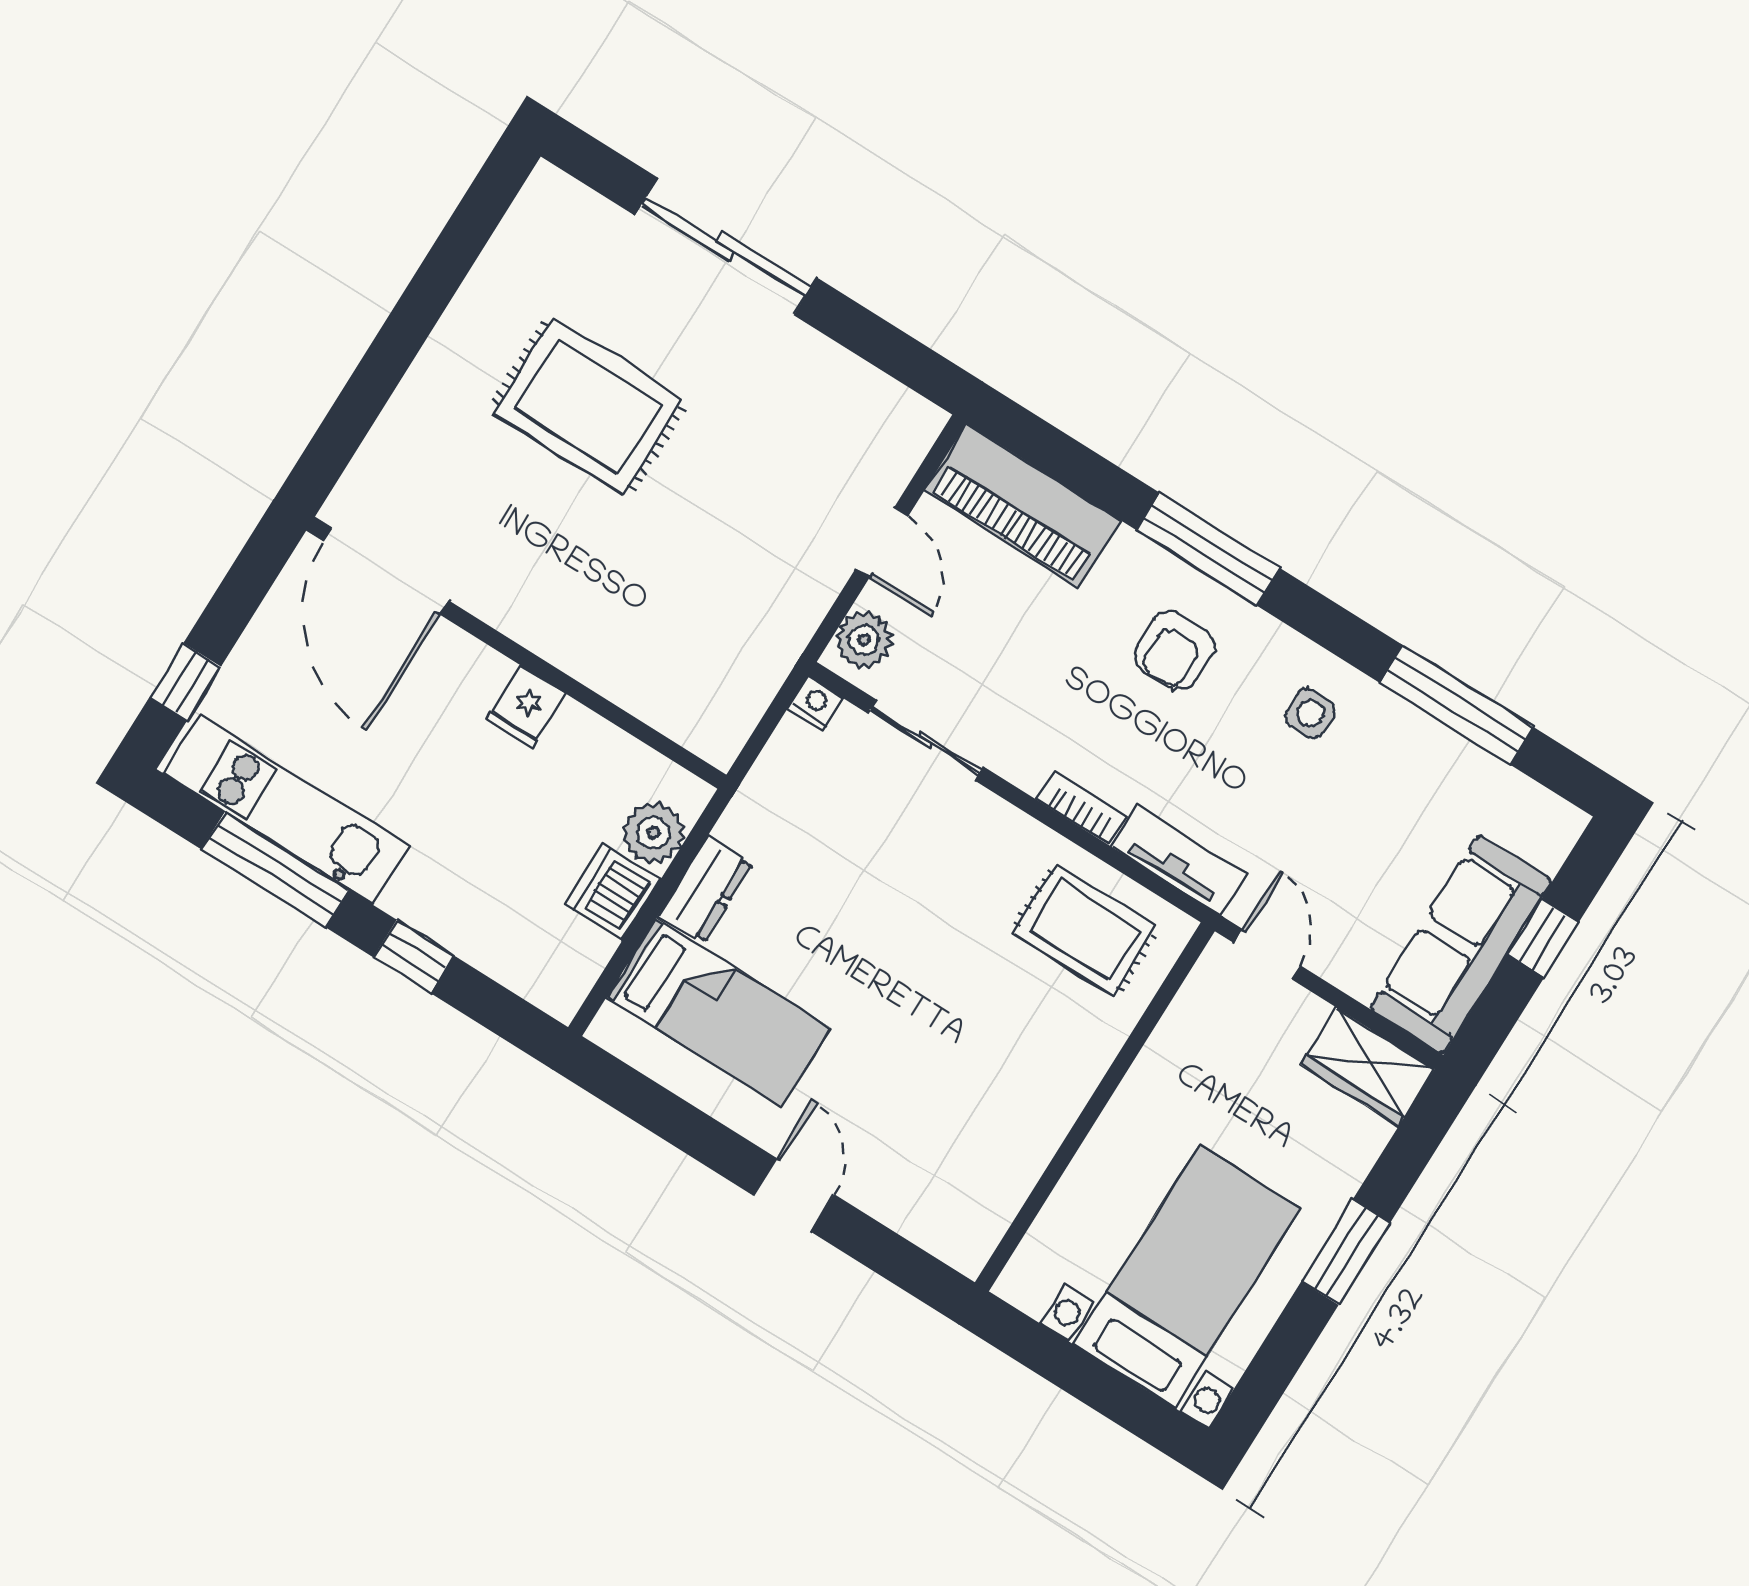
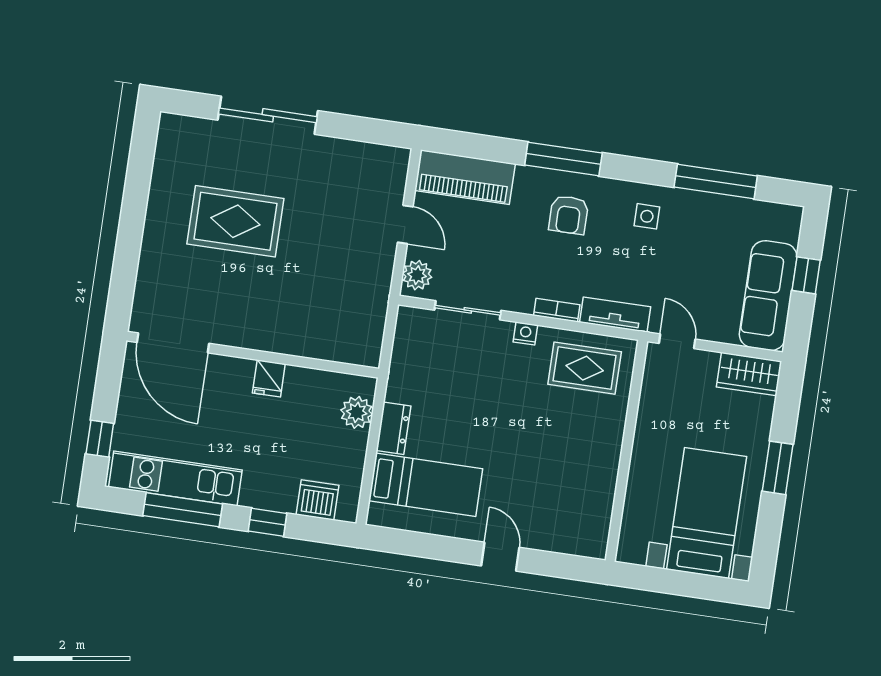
nightstand: (815, 703) -> (525, 333), moved
dishwasher: (613, 892) -> (318, 500), moved, turned 90

